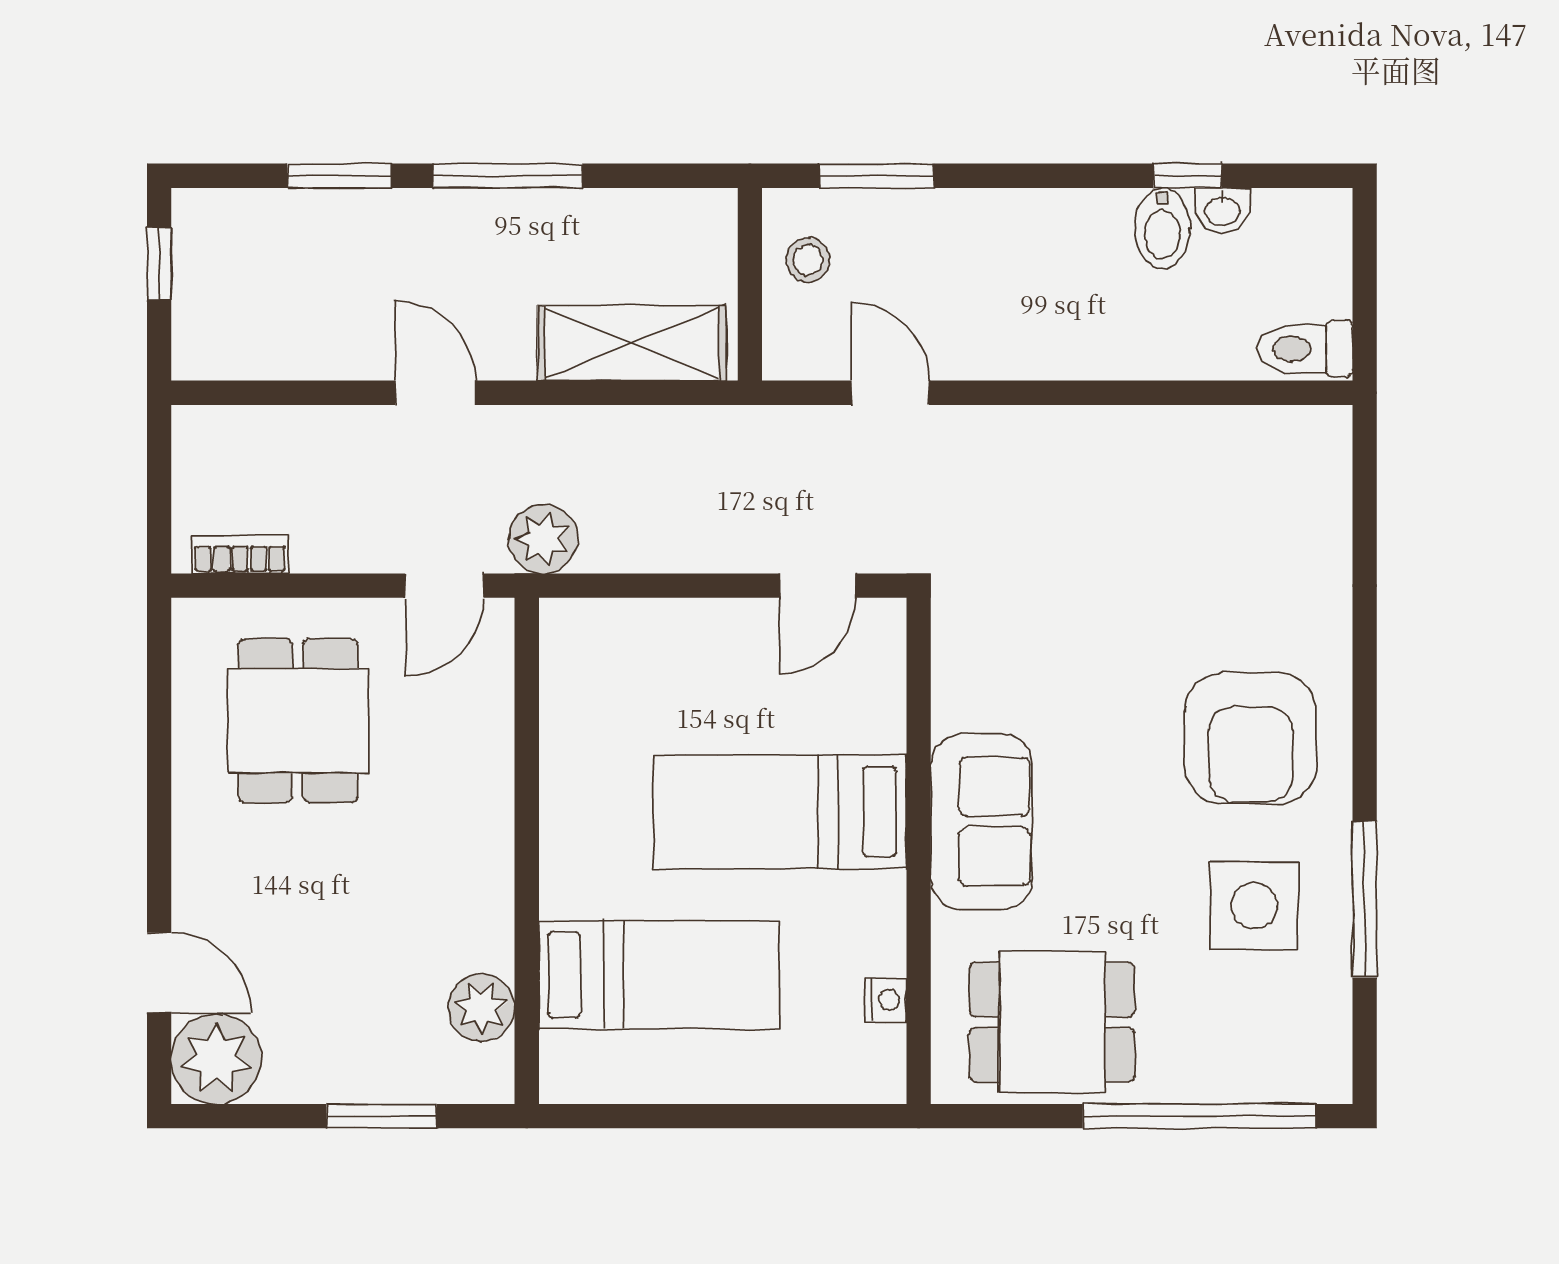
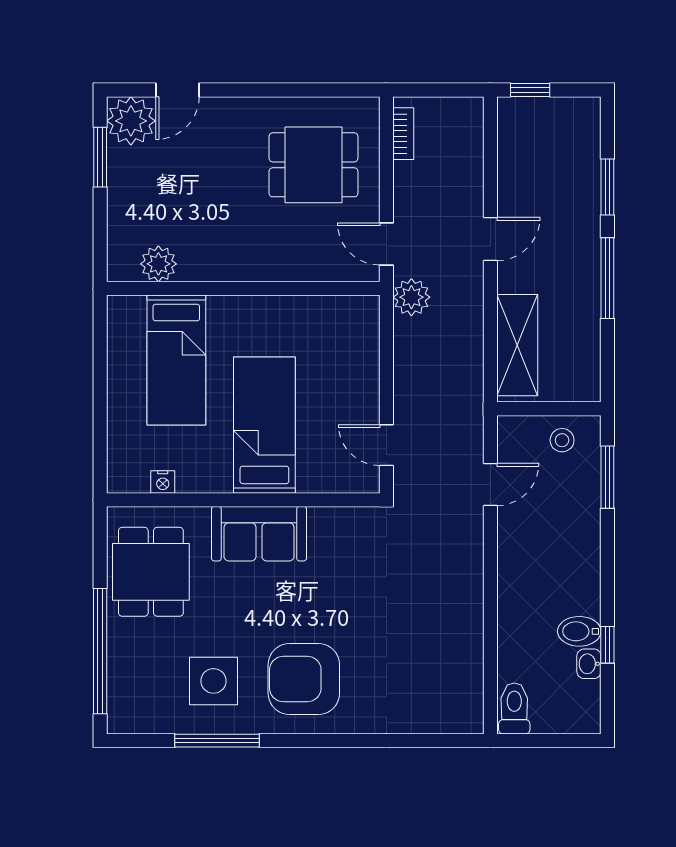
window: (159, 263) -> (530, 90), moved
window: (382, 1116) -> (100, 157), moved

